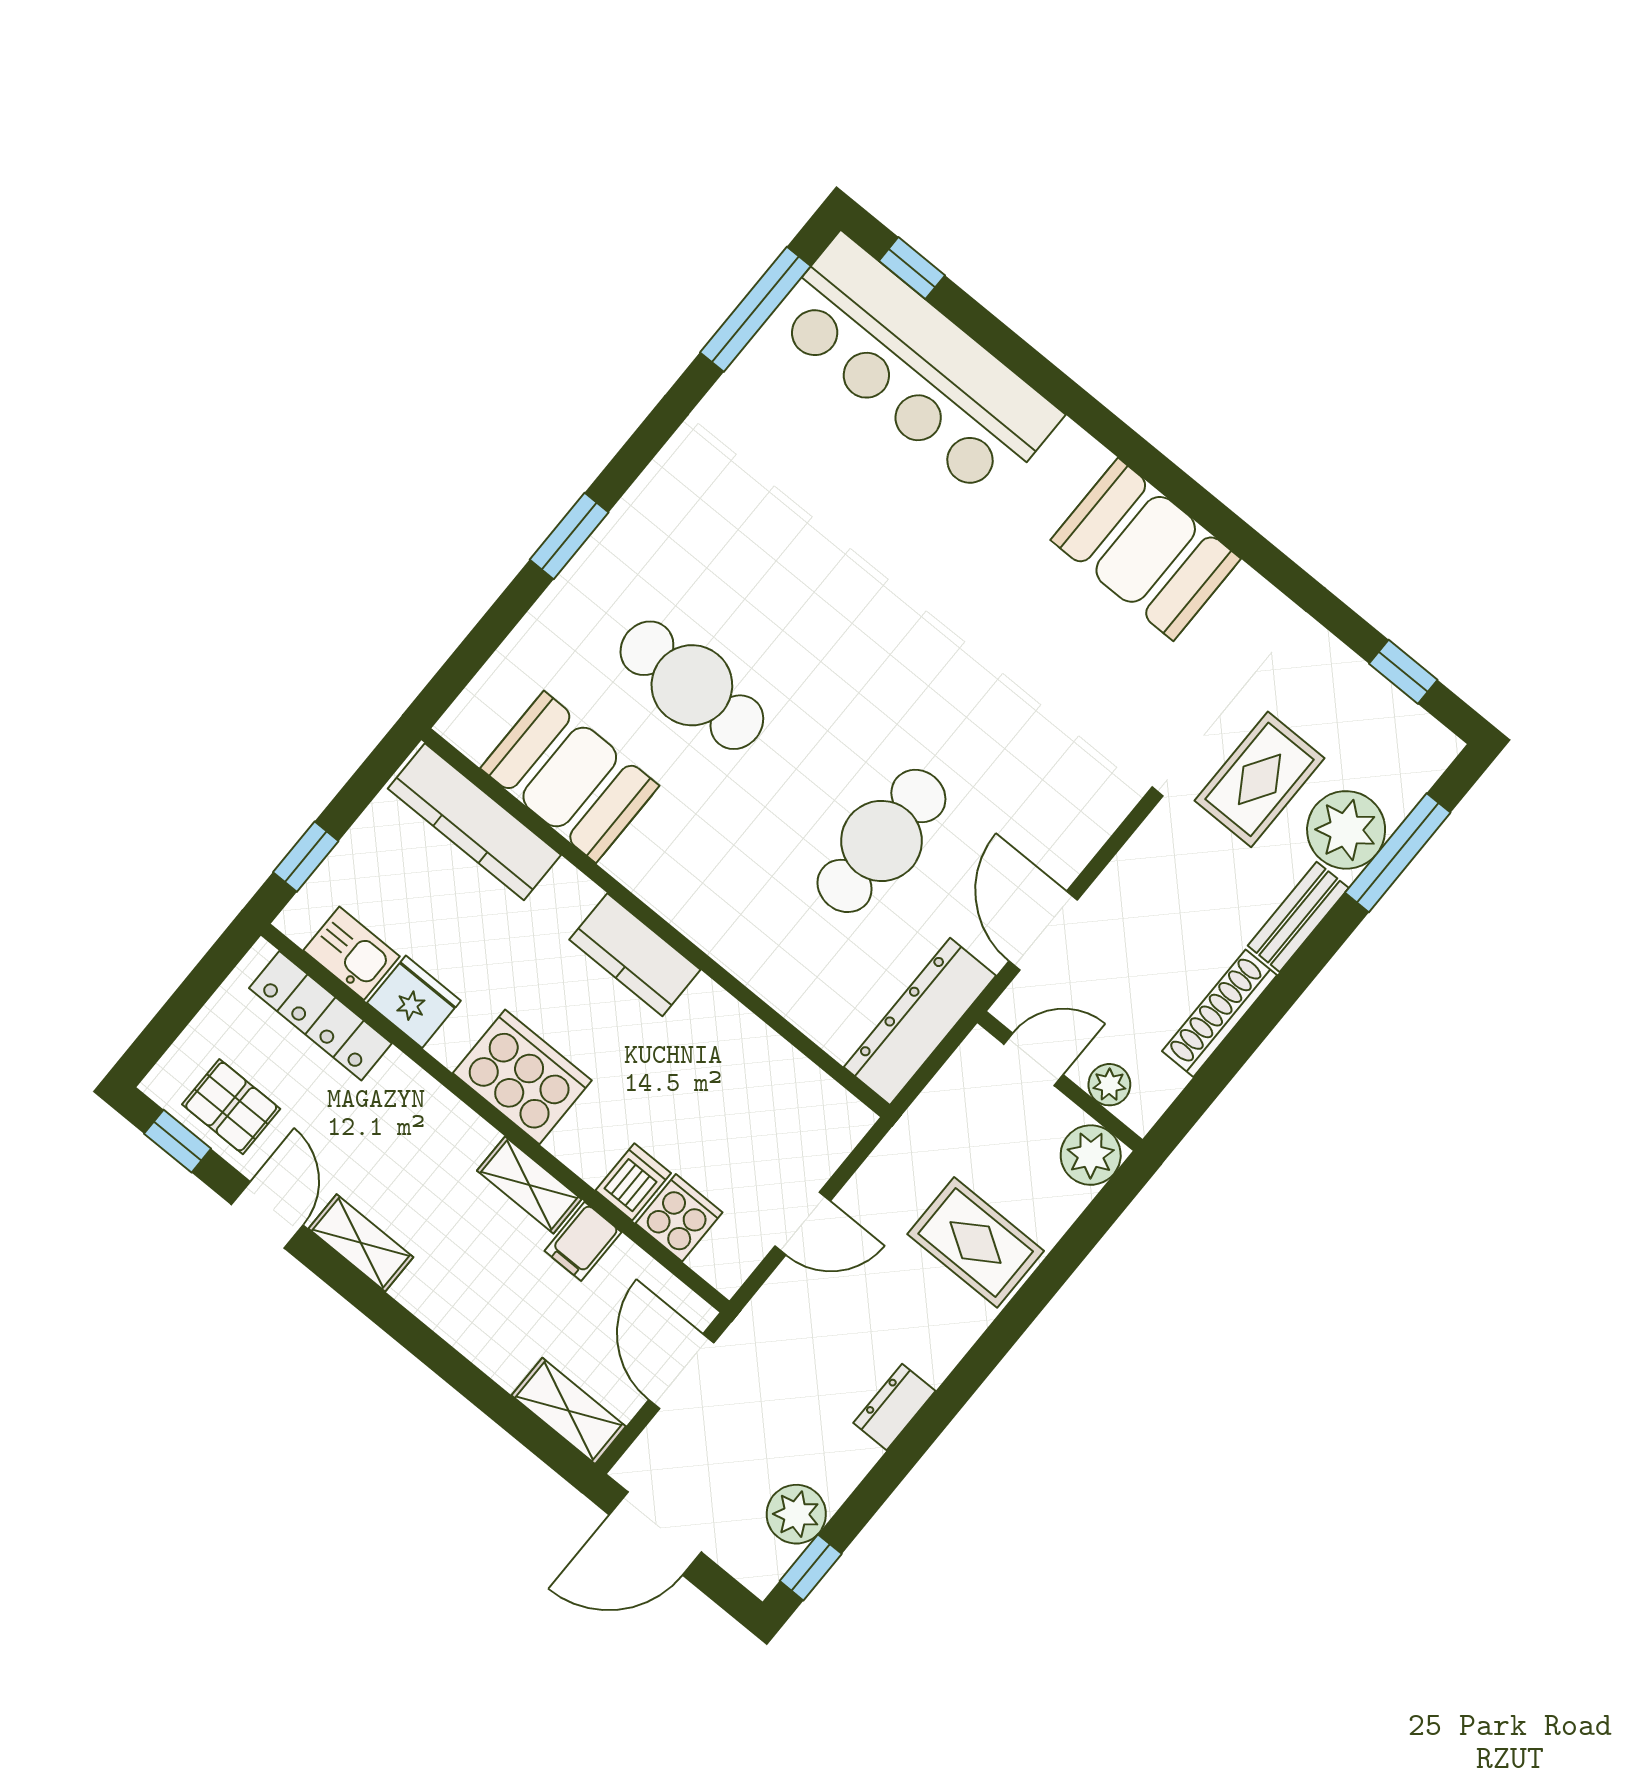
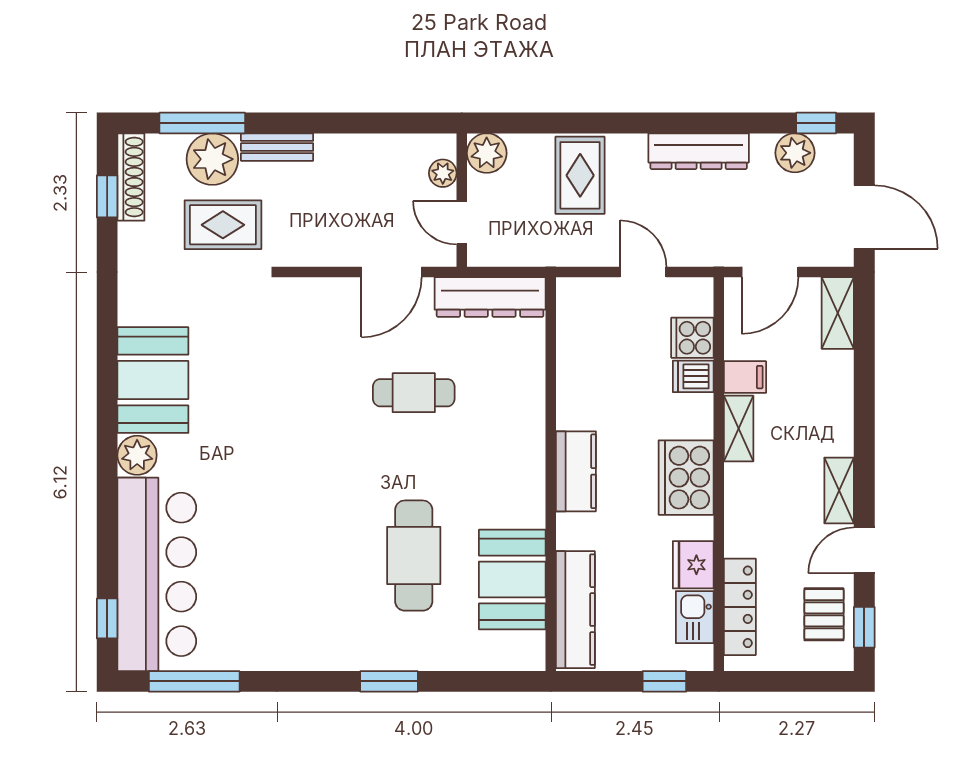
plant: (1073, 459) -> (137, 455), added
cafe table: (881, 841) -> (414, 393), width x0.73, depth x0.74
shoe rack: (1220, 1013) -> (131, 177), moved, turned -90
dresser: (894, 1407) -> (699, 151), width x1.96, depth x1.24

